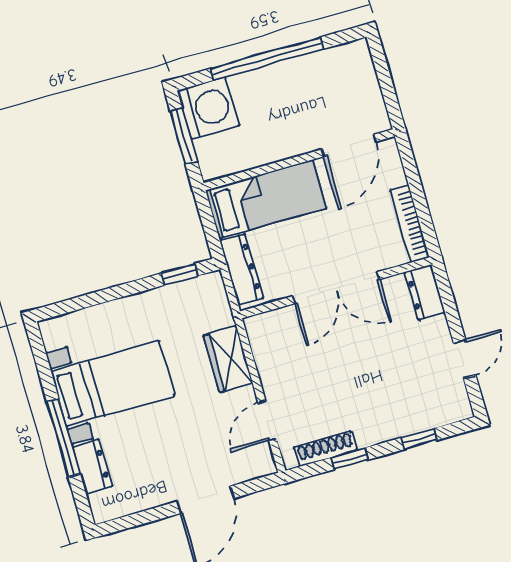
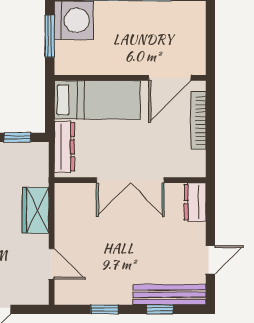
bookcase: (410, 224) -> (198, 121), moved
bench: (426, 417) -> (169, 295), added
door: (267, 420) -> (52, 264), swing flipped
shoe rack: (325, 449) -> (88, 297), removed

